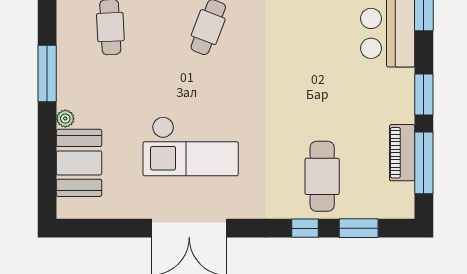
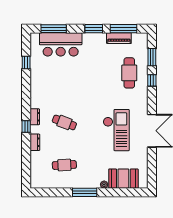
cafe table: (322, 176) -> (129, 73), turned 90

